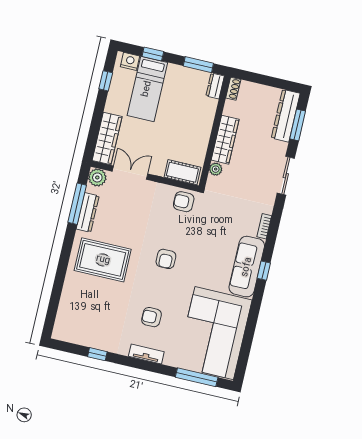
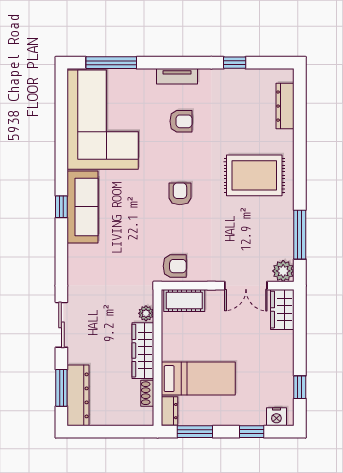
bed: (147, 89) -> (198, 379), moved, turned 90
shoe rack: (233, 89) -> (147, 393), moved
wardrobe: (107, 139) -> (282, 310), width x0.67
dresser: (88, 212) -> (285, 106), moved
bookcase: (264, 226) -> (73, 259), removed

